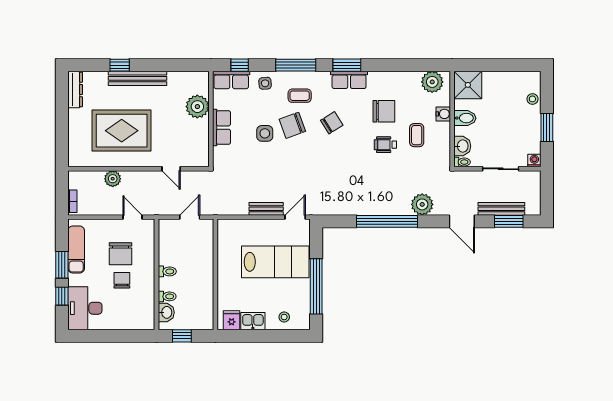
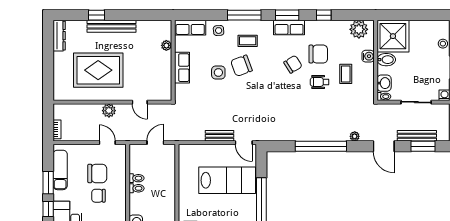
window: (240, 65) -> (324, 15), moved
shower: (468, 85) -> (393, 36), width x1.37, depth x1.37
plant: (197, 107) -> (166, 45), width x0.53, depth x0.53
chair: (332, 123) -> (293, 64), moved
plant: (113, 179) -> (109, 111), moved
plant: (422, 204) -> (355, 136), width x0.53, depth x0.53
door: (295, 217) -> (244, 143), swing flipped
chair: (120, 254) -> (97, 173), turned -90
chair: (122, 280) -> (98, 196), turned -90
toilet: (167, 296) -> (136, 178), moved

